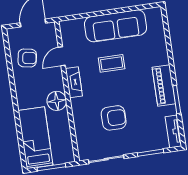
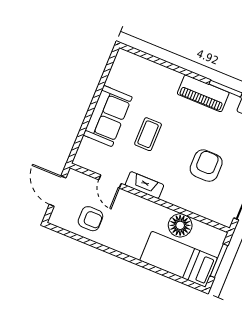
sofa: (116, 26) -> (108, 116), width x0.73
armchair: (27, 58) -> (90, 219), turned 80
floor lamp: (57, 101) -> (180, 225), moved

